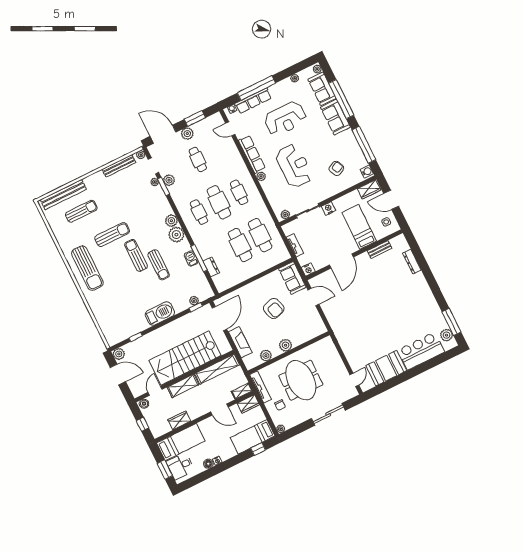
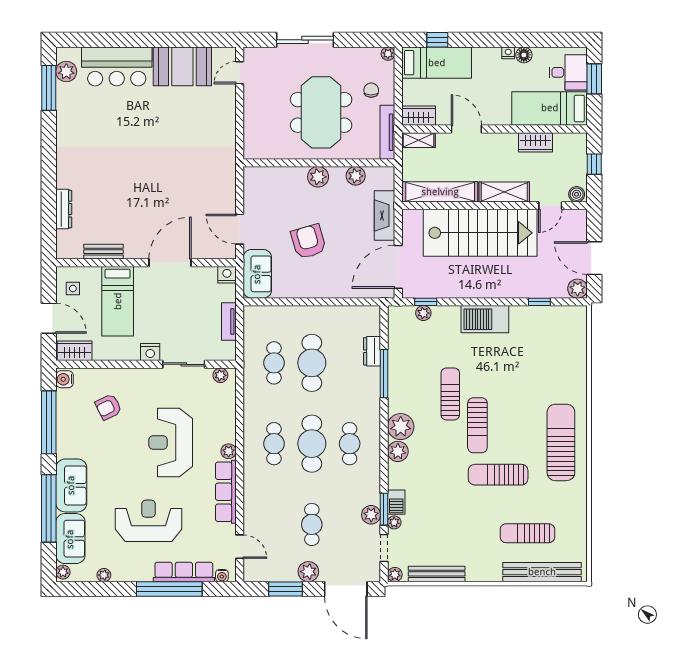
cafe table: (260, 235) -> (274, 363), width x0.73, depth x0.74
barbecue: (191, 258) -> (396, 502), moved

